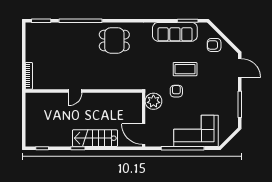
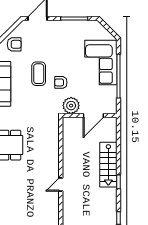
armchair: (214, 45) -> (14, 44), turned -90
door: (75, 91) -> (61, 184), swing flipped
door: (144, 134) -> (93, 115), moved

